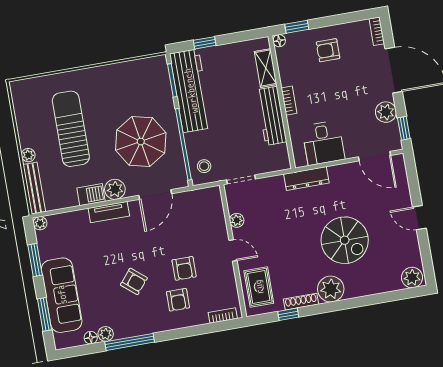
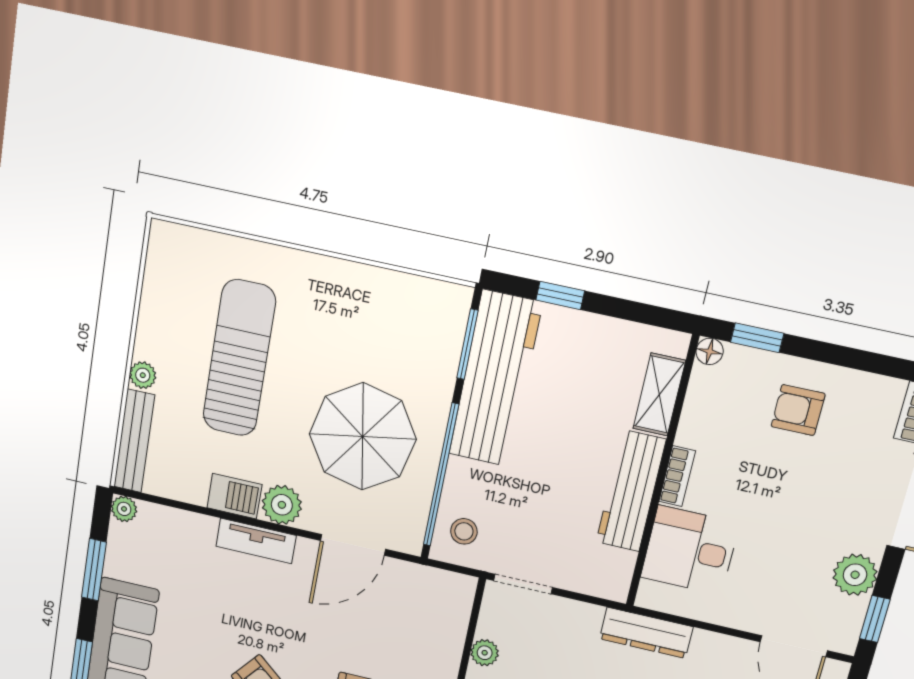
desk: (323, 143) -> (690, 550), moved, turned 90

